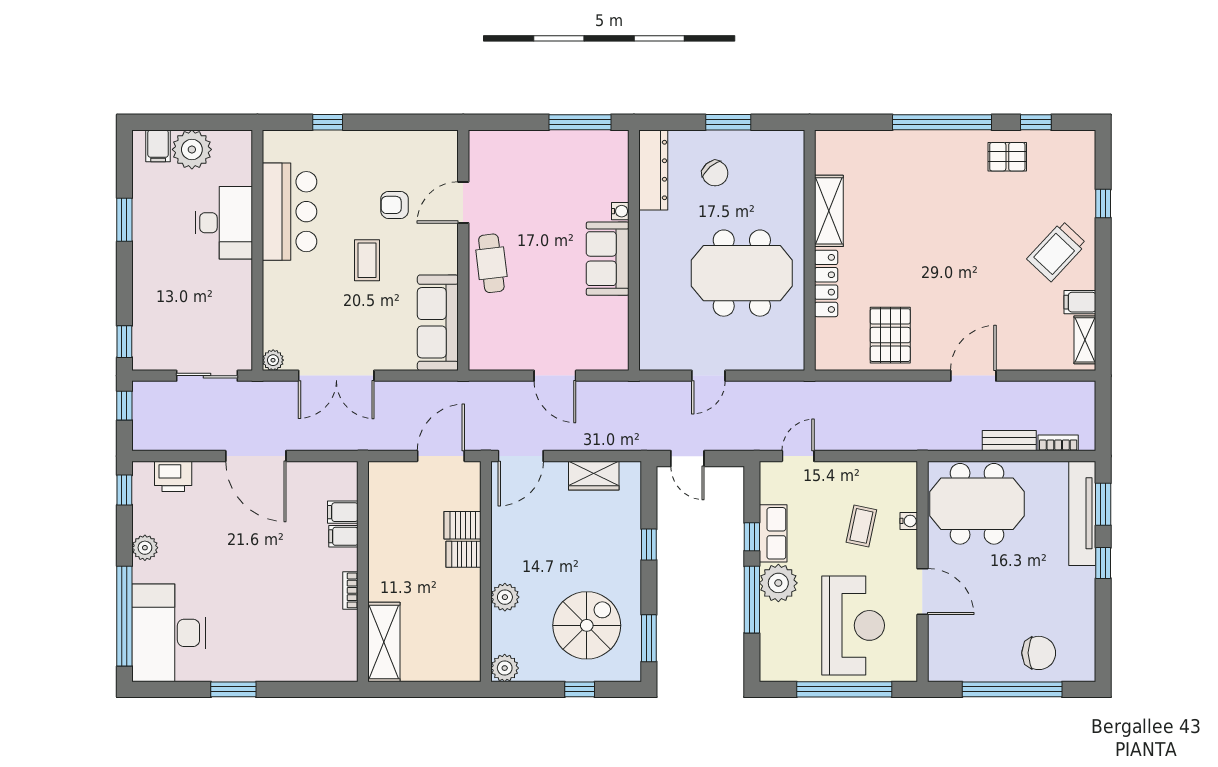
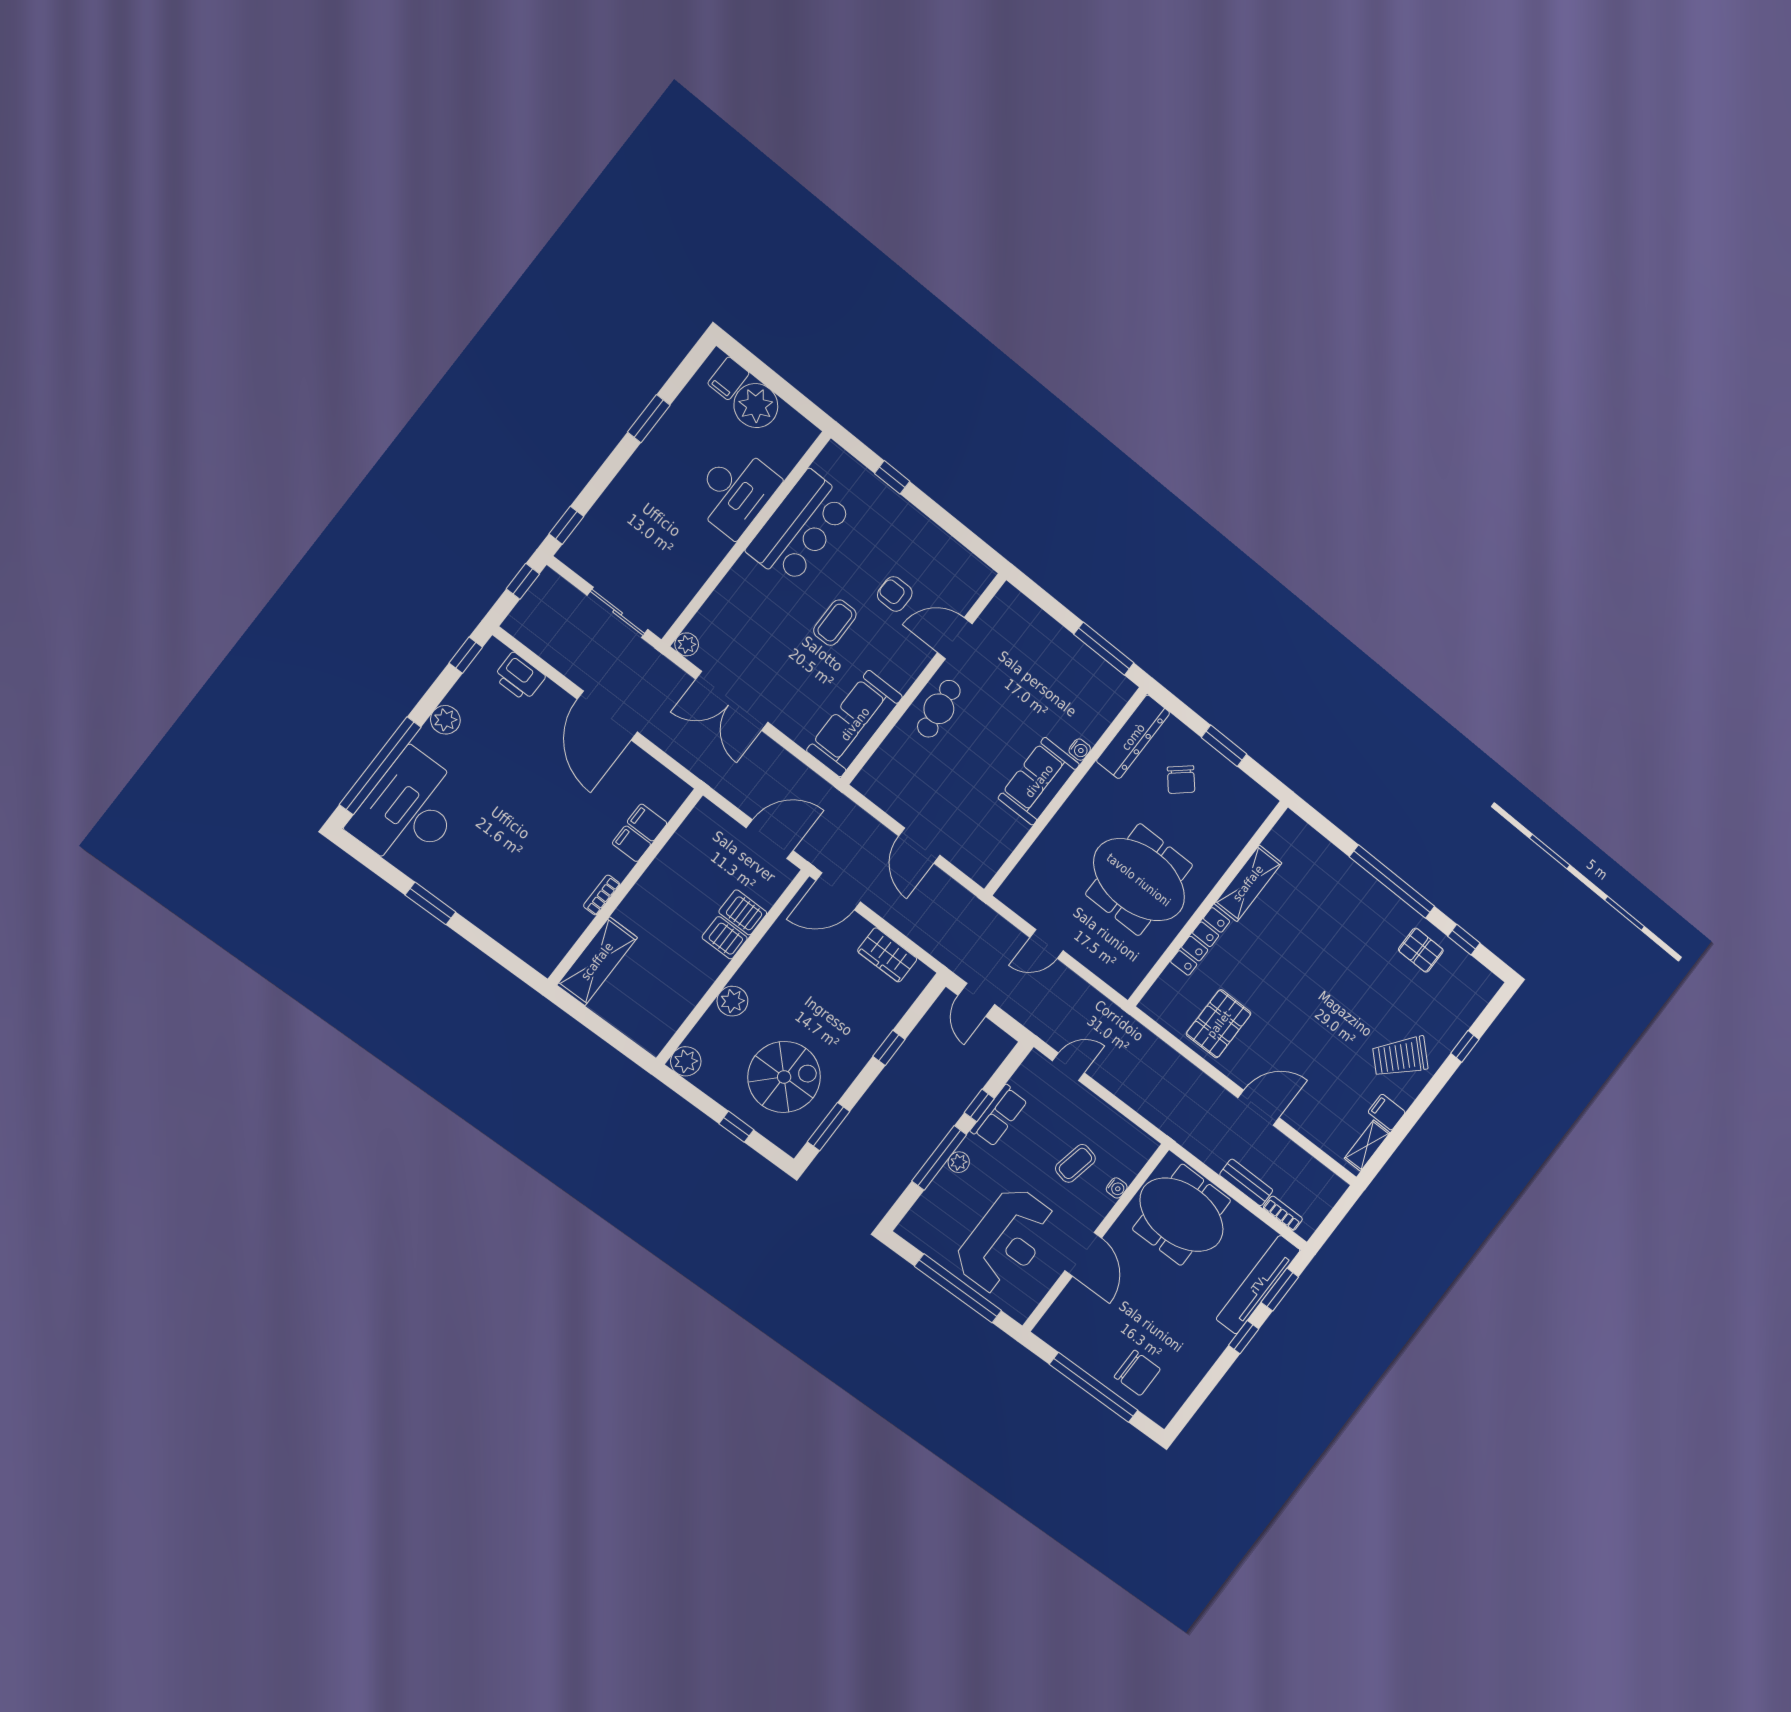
plant: (778, 583) -> (959, 1162), width x0.53, depth x0.53

